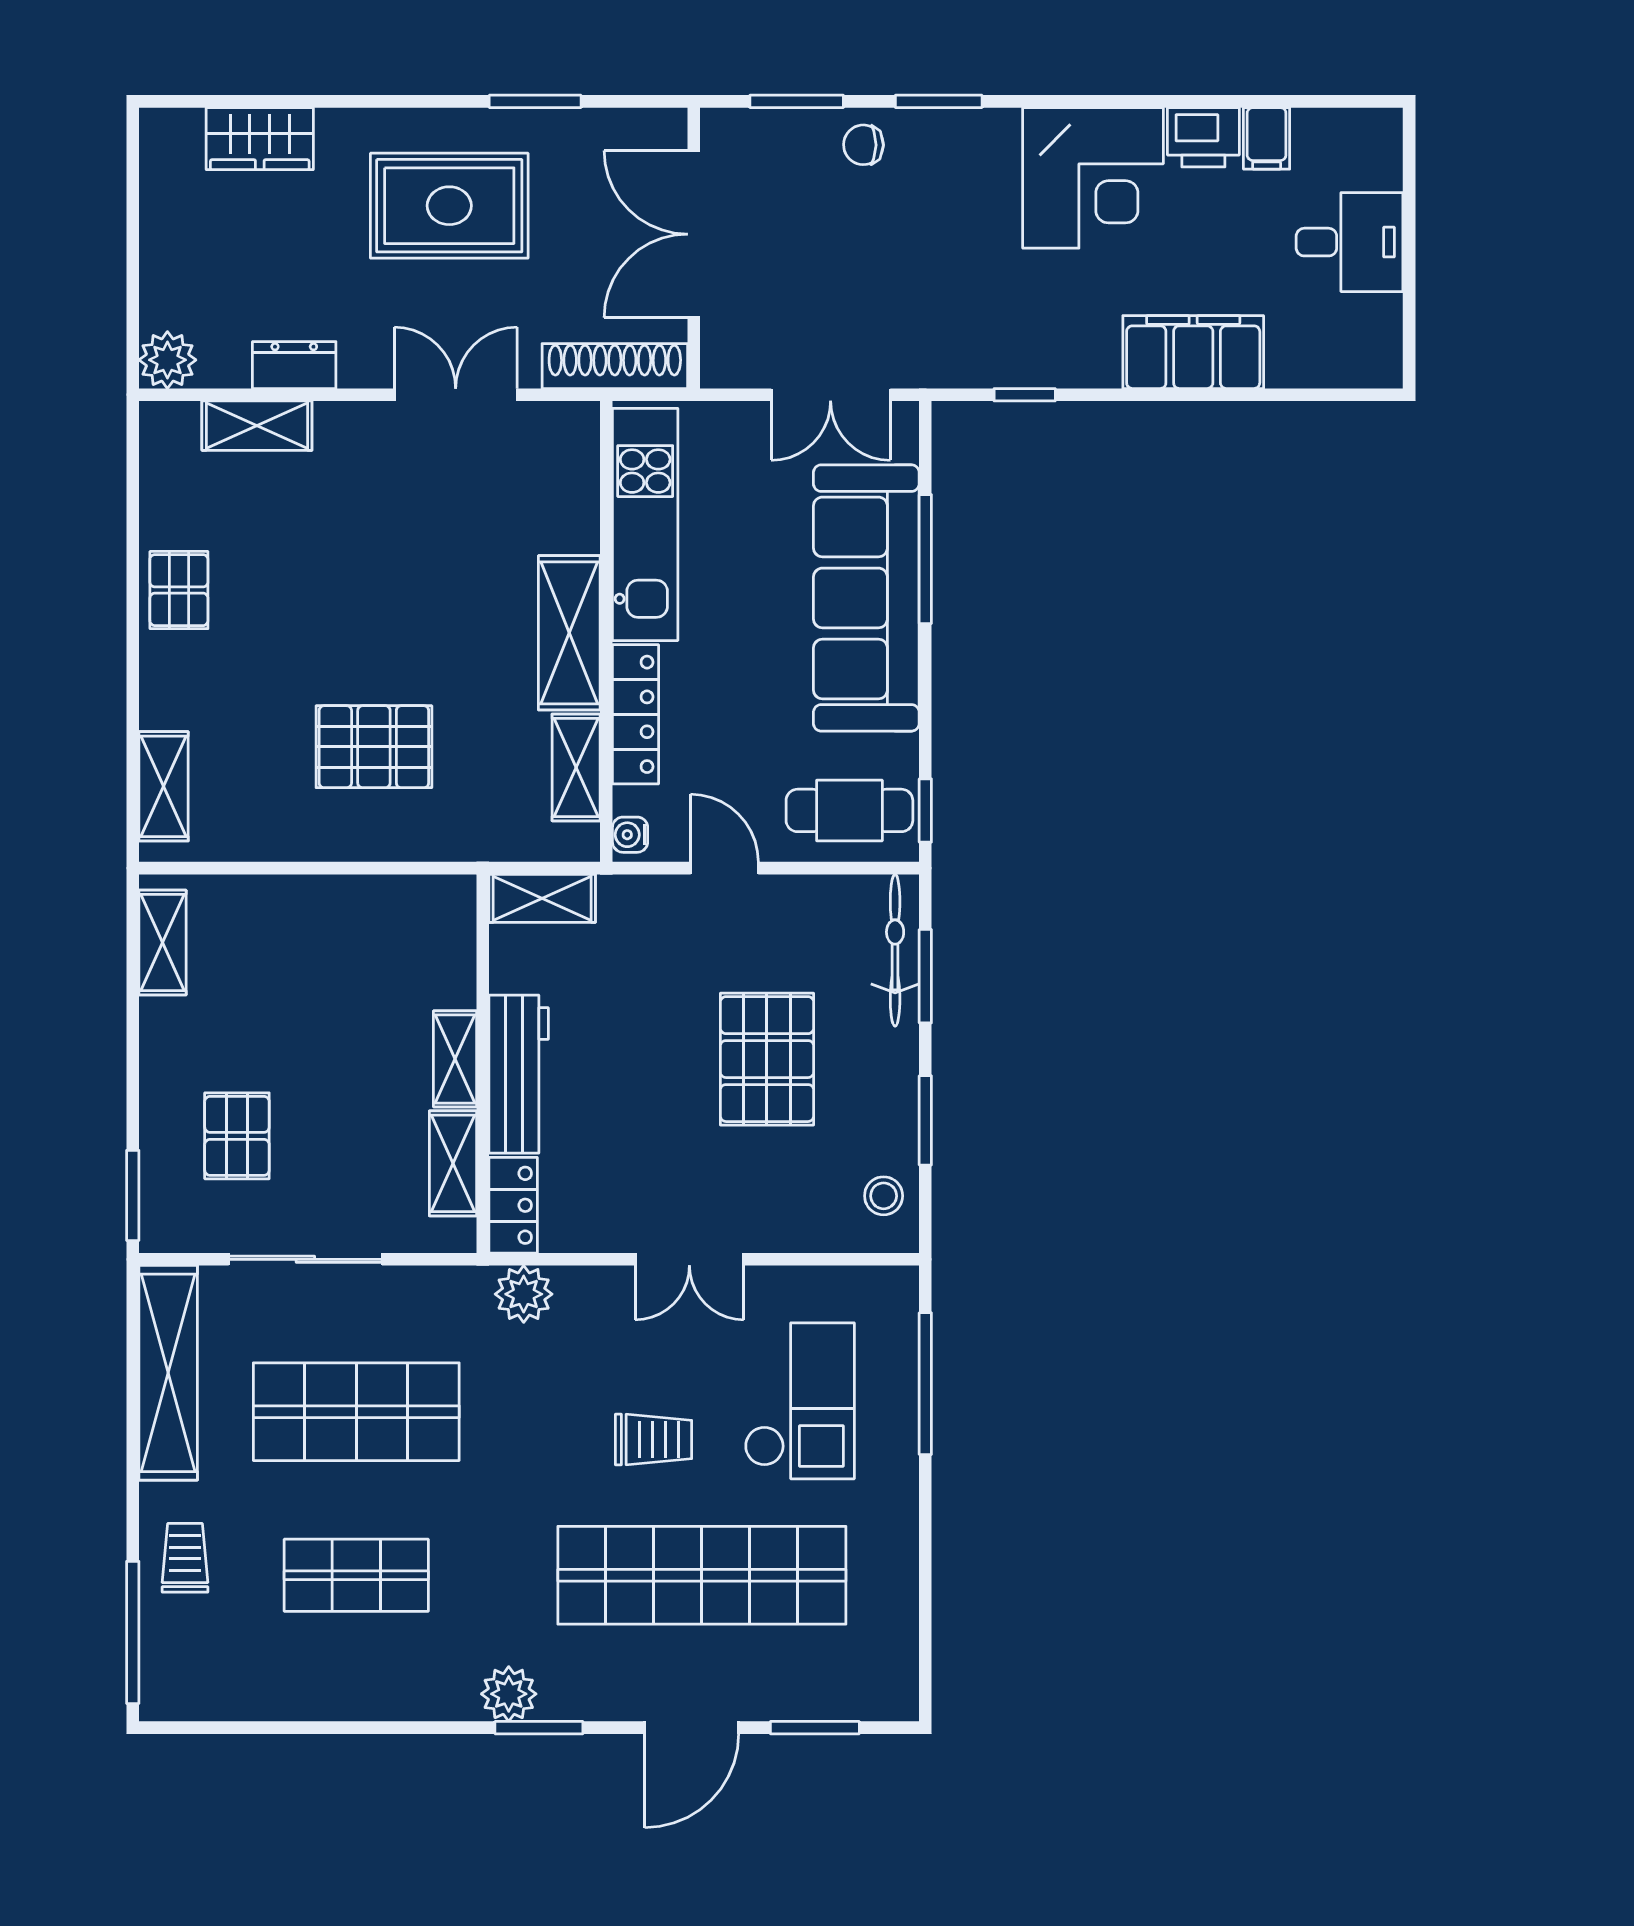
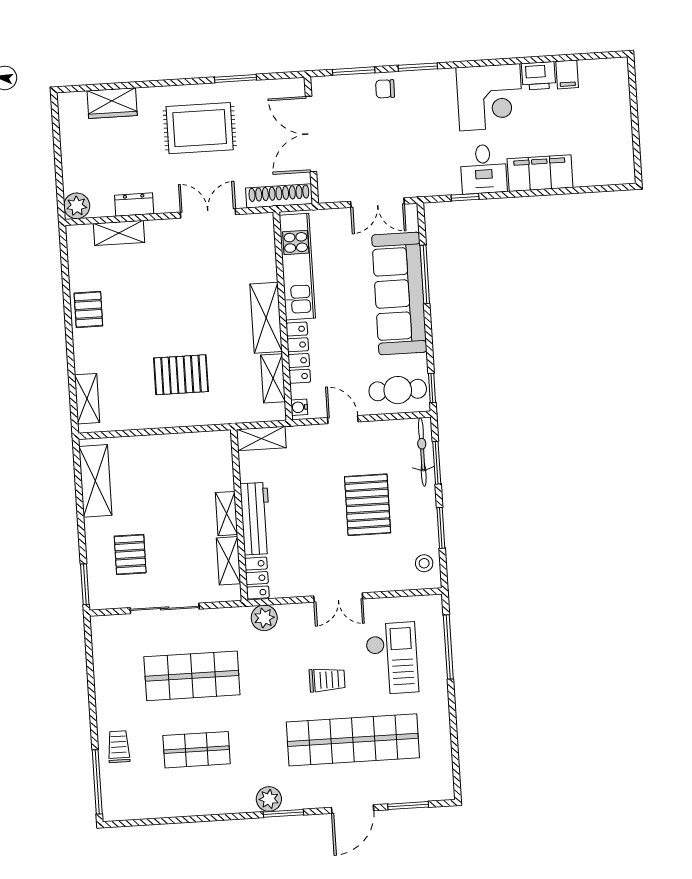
desk: (1350, 242) -> (484, 169), moved, turned 90
shelving: (163, 943) -> (95, 481), width x1.50, depth x1.33
shelving: (168, 1373) -> (106, 664), removed

